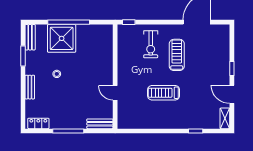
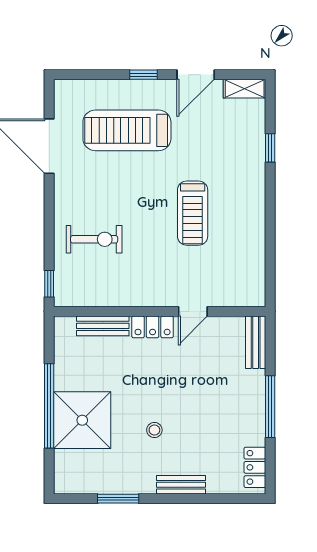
bench: (30, 37) -> (103, 326), moved
treadmill: (177, 55) -> (127, 130), moved, width x1.37, depth x1.38
locker: (108, 73) -> (153, 327), added

